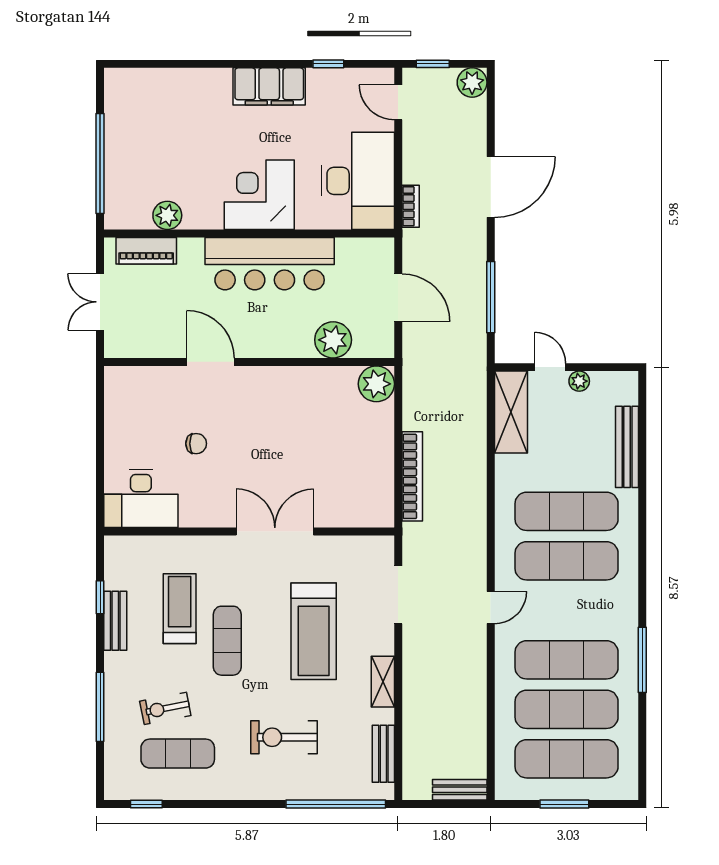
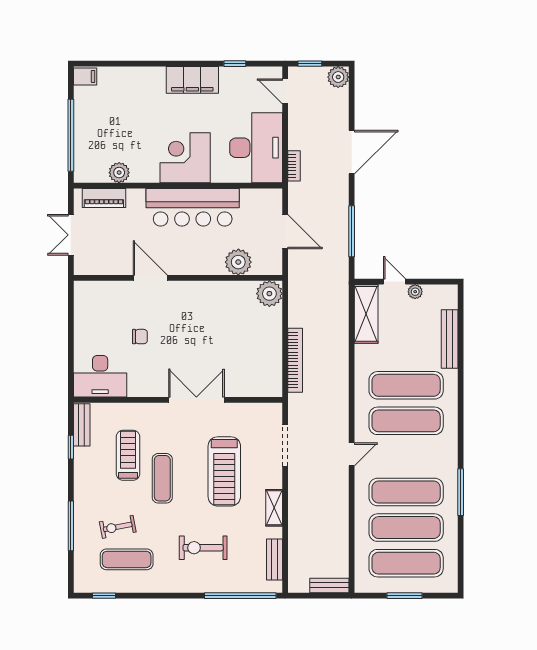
filing cabinet: (120, 82) -> (85, 76), added
bench: (115, 621) -> (82, 425), moved

